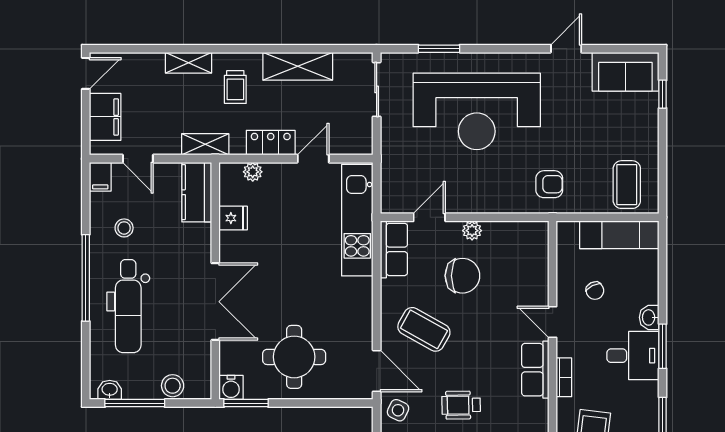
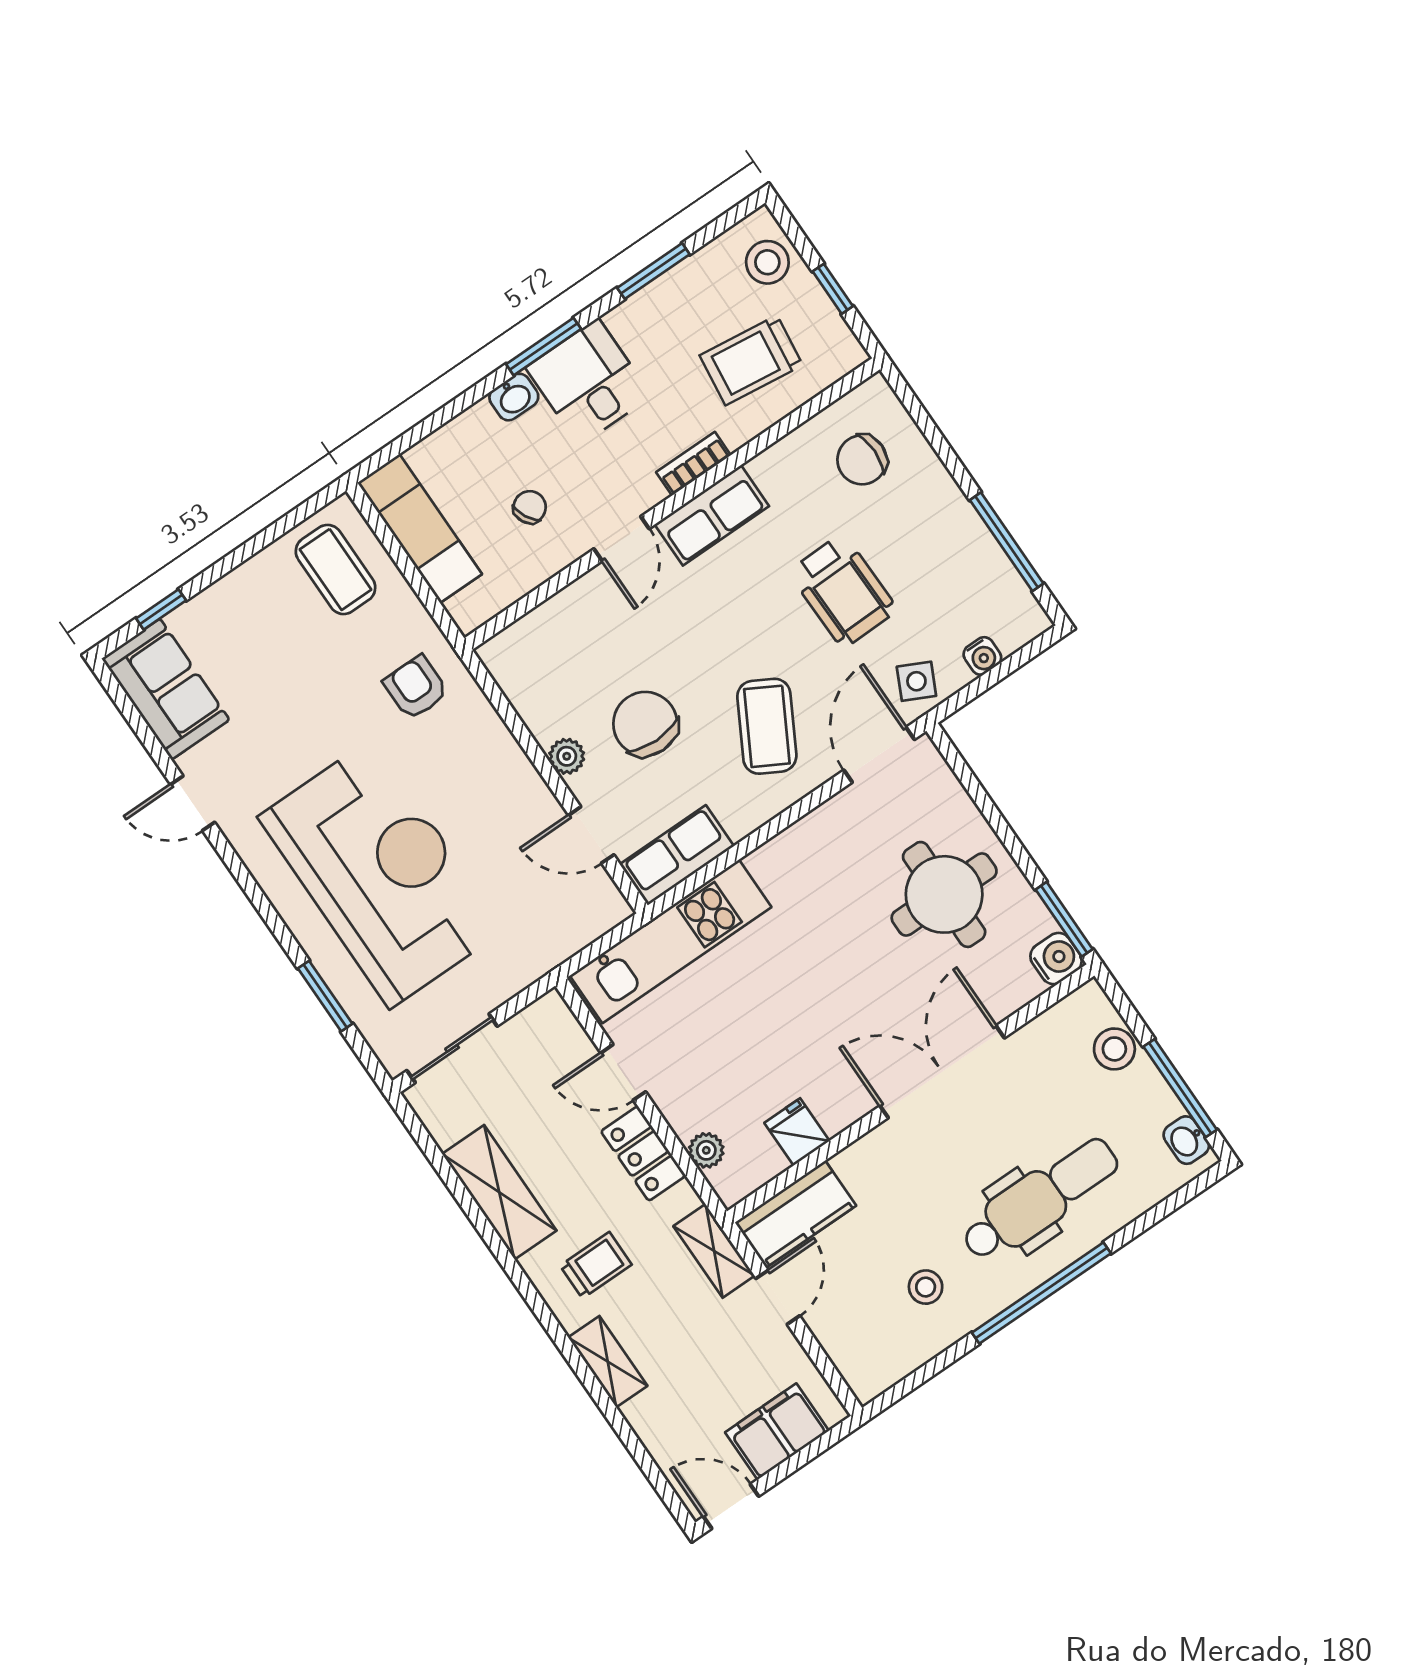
door: (138, 159) -> (778, 1297), moved
filing cabinet: (100, 177) -> (873, 1377), removed
coffee table: (627, 185) -> (336, 569), turned 90
wheelchair: (461, 405) -> (843, 591), width x1.36, depth x1.37

